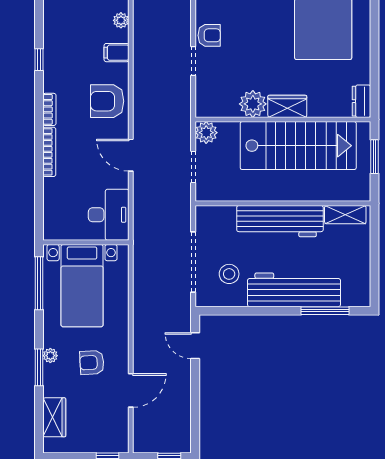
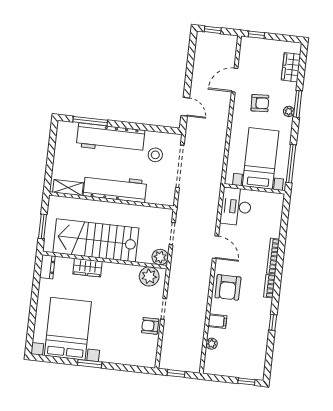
armchair: (107, 101) -> (228, 287), turned 90
plant: (253, 104) -> (149, 276), moved
wardrobe: (287, 106) -> (87, 268), moved

